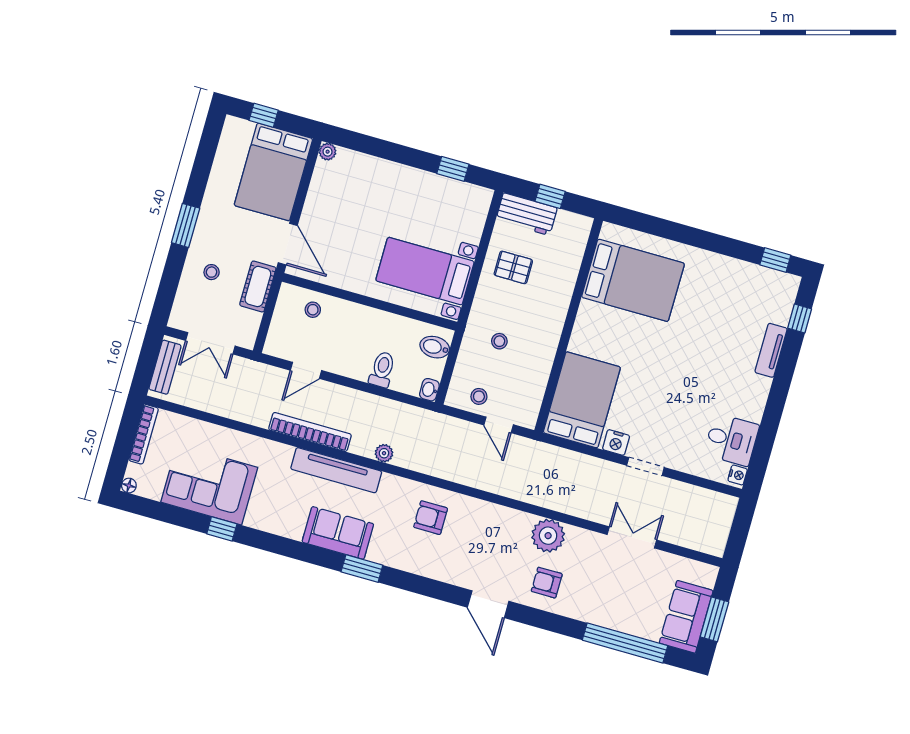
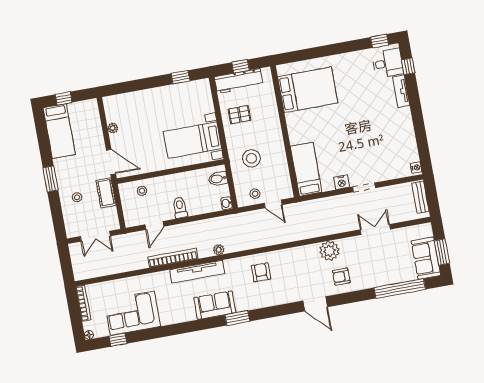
plant: (328, 152) -> (113, 128), moved
bed: (273, 172) -> (59, 131), moved, width x0.67
workbench: (526, 214) -> (239, 81), width x1.38
stool: (499, 341) -> (251, 158), width x1.89, depth x1.89
bench: (165, 367) -> (420, 197), moved
toilet: (382, 369) -> (180, 208), moved
bed: (582, 400) -> (306, 169), width x0.67
desk: (731, 440) -> (388, 63), moved
armchair: (431, 518) -> (261, 272), turned 90
window: (222, 529) -> (118, 340), moved

